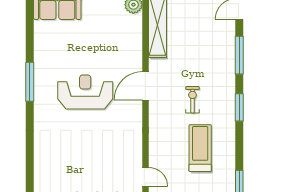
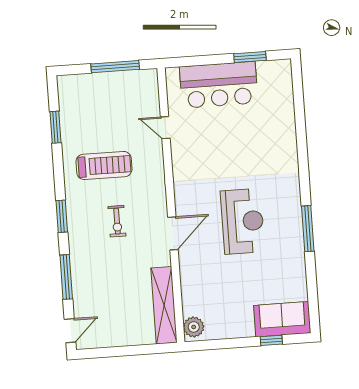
reception desk: (85, 92) -> (243, 221), turned -90
treadmill: (200, 148) -> (104, 165), turned -90

